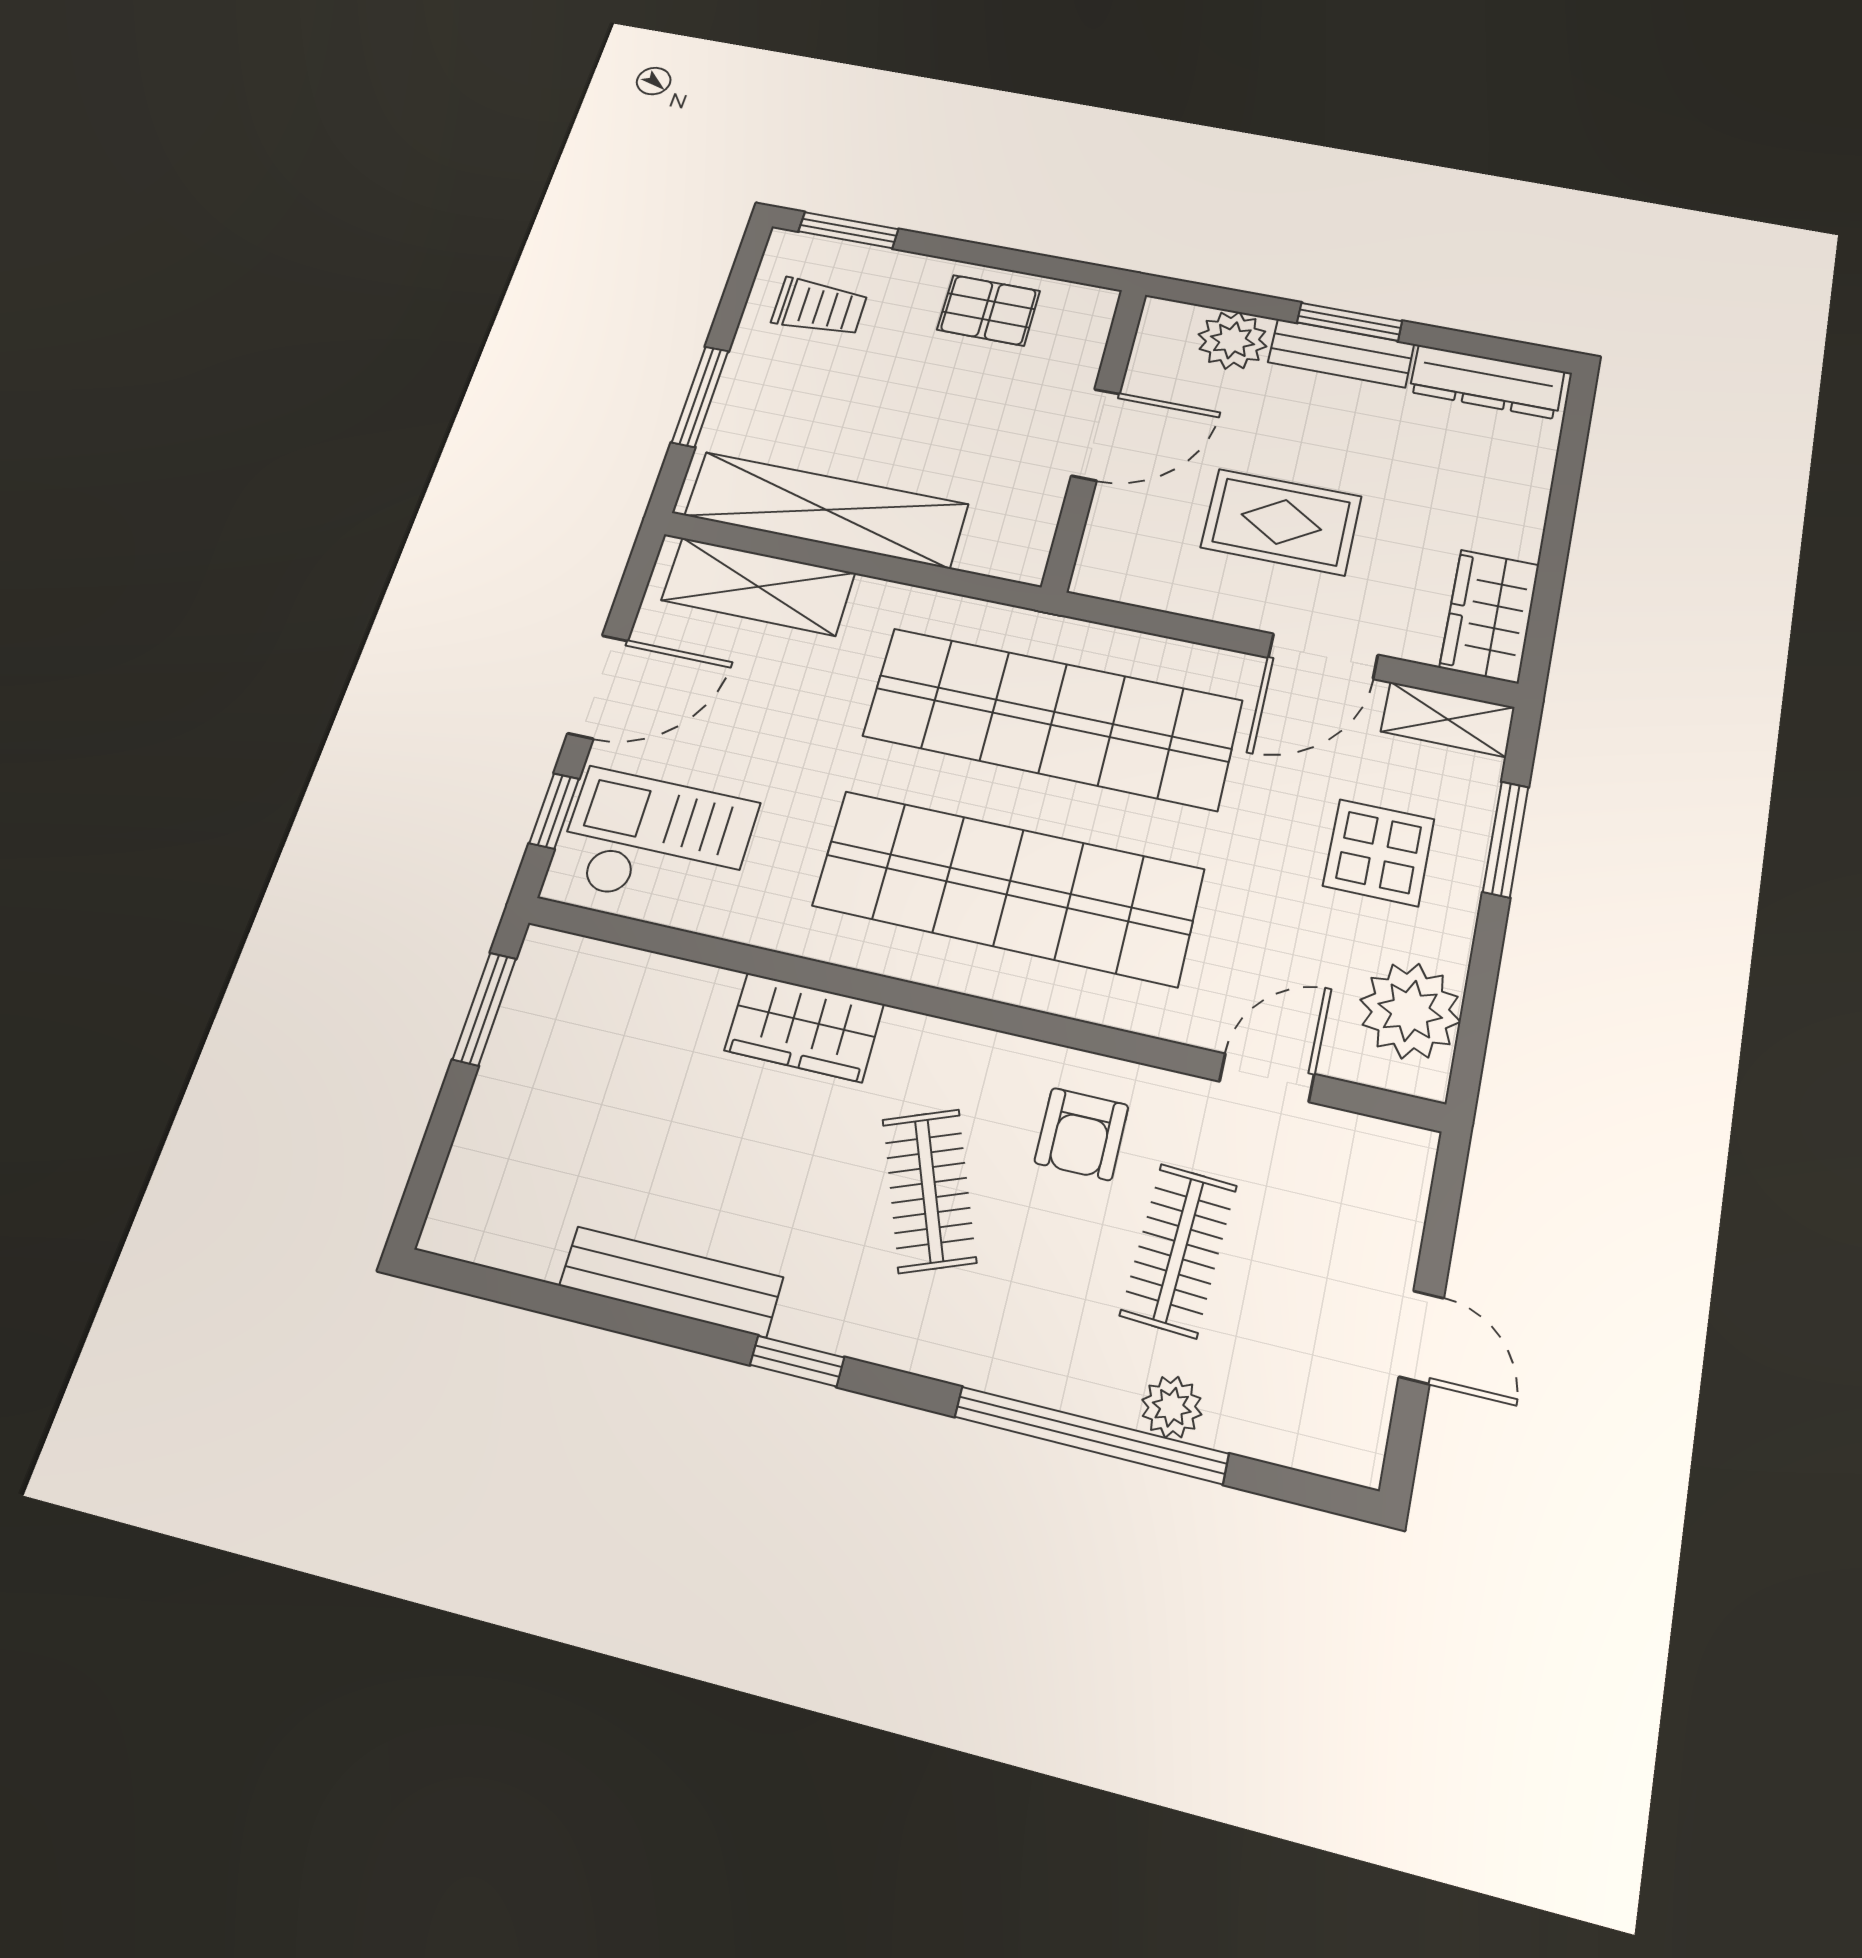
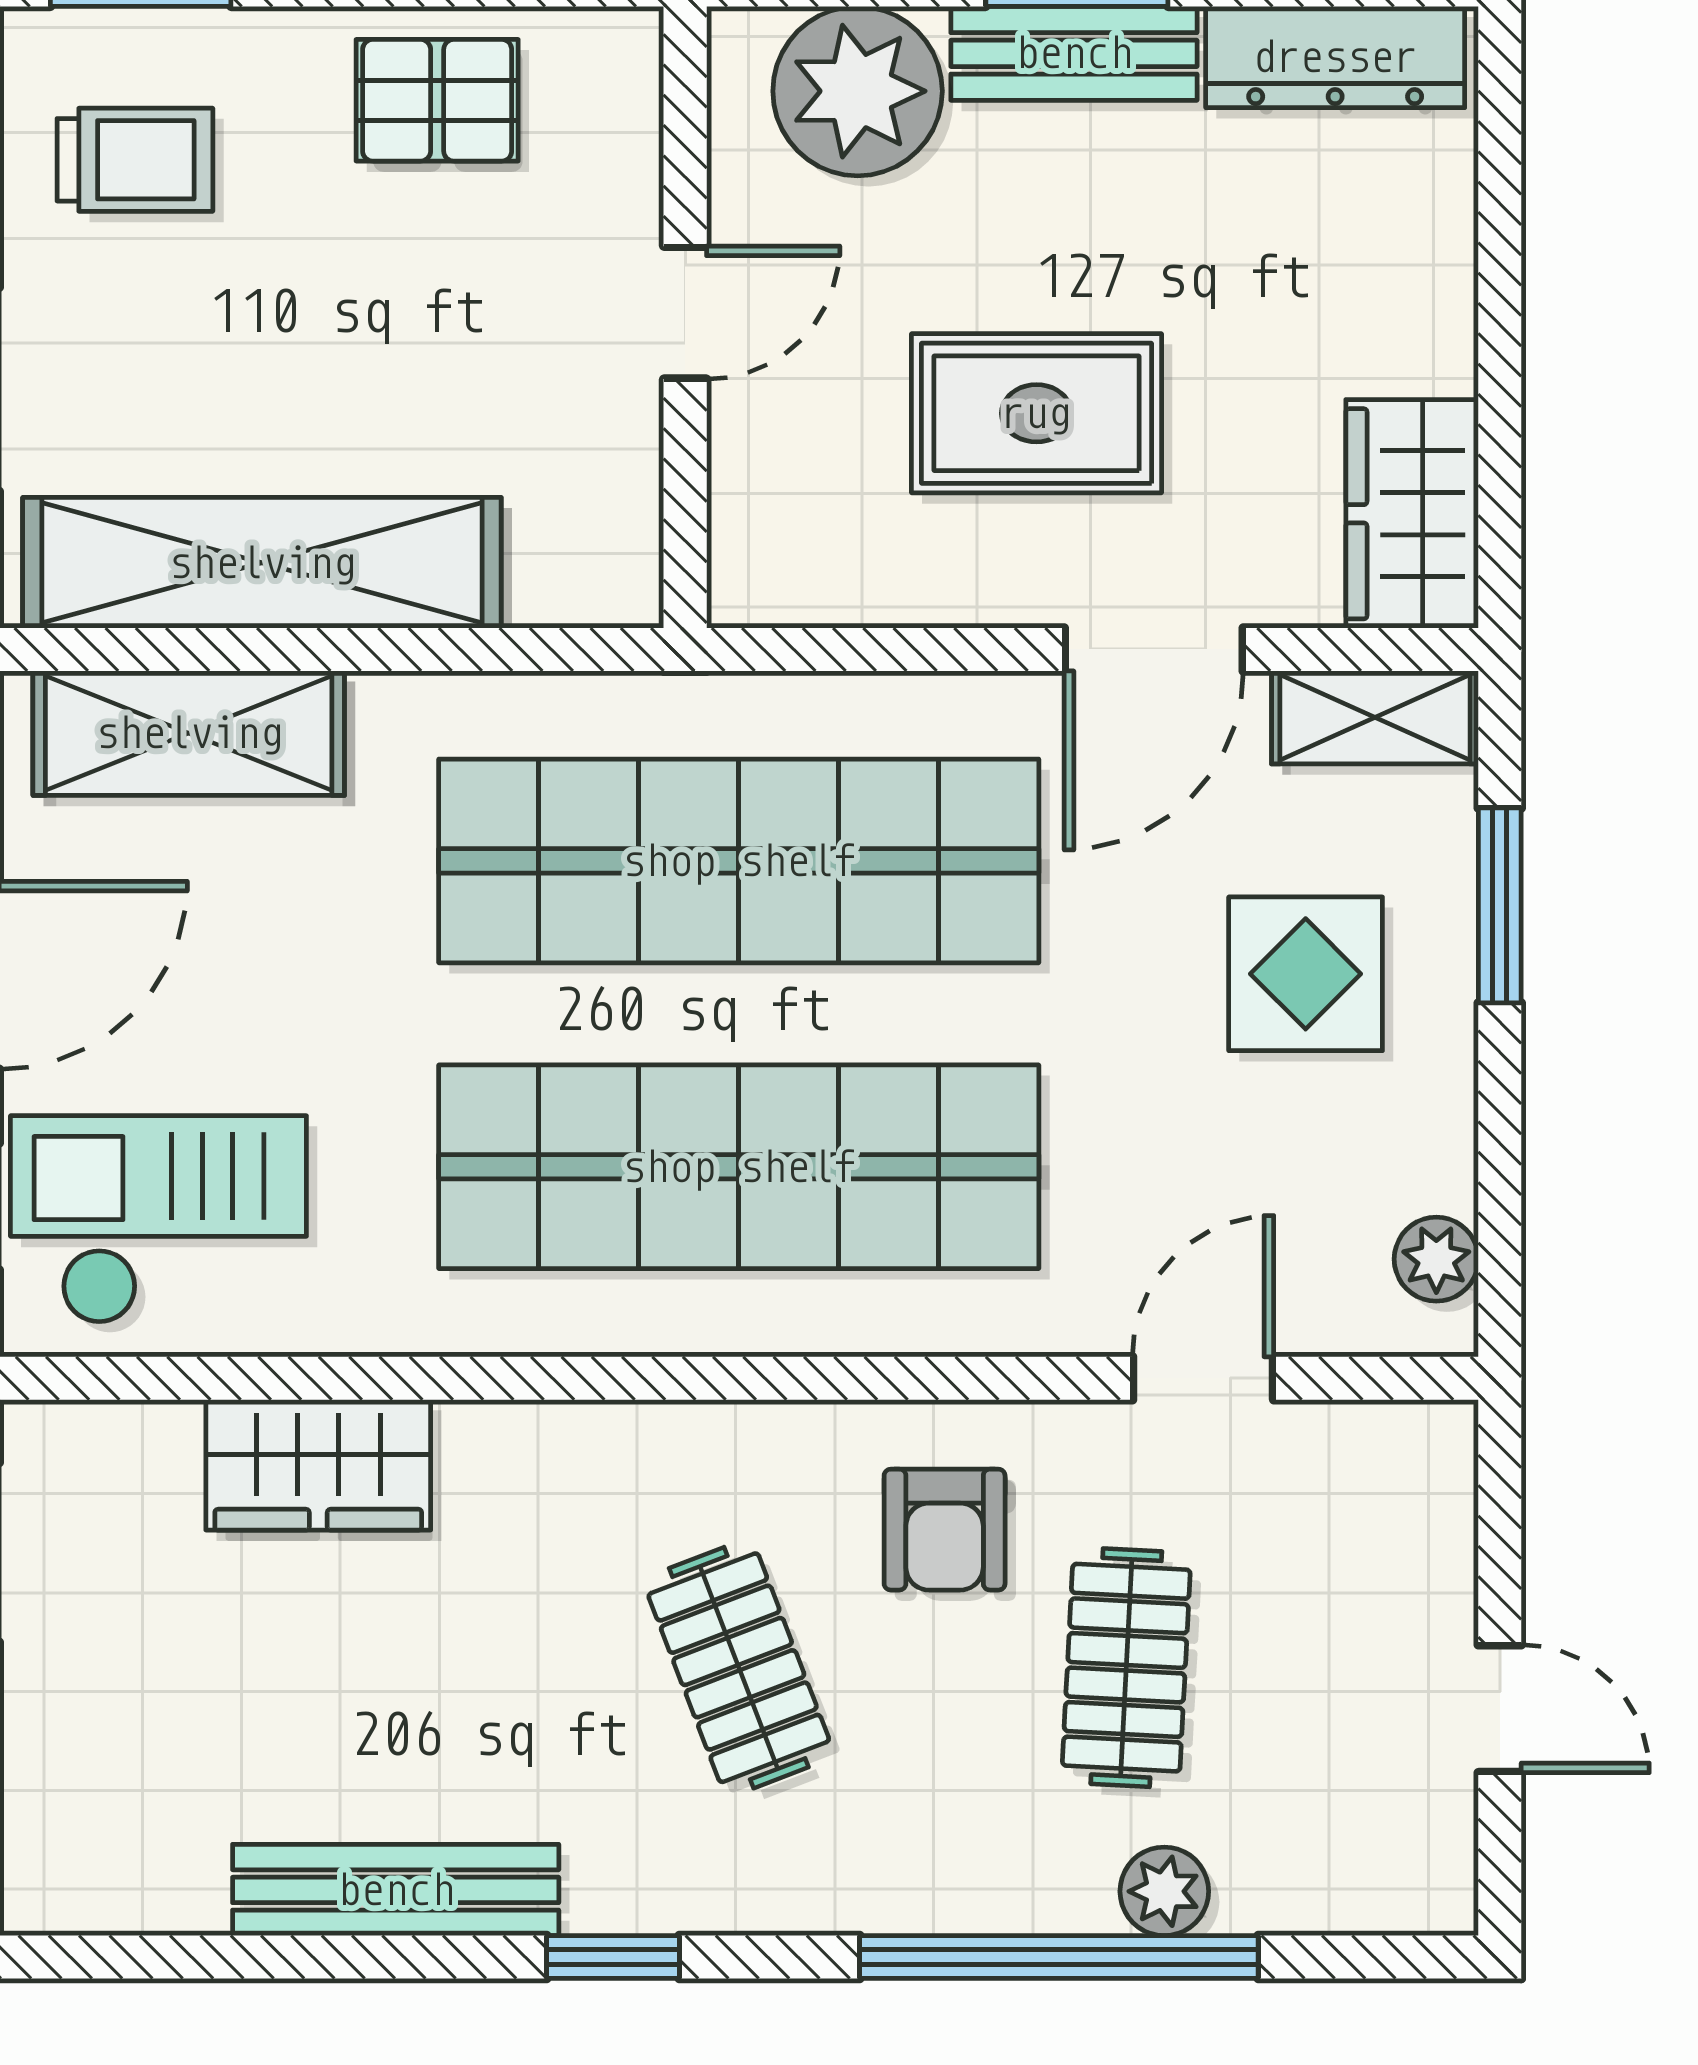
plant: (1232, 340) -> (858, 91), width x1.36, depth x1.36
door: (1096, 435) -> (685, 313), width x0.73
plant: (1410, 1011) -> (1436, 1259), width x0.53, depth x0.53
wardrobe: (804, 1027) -> (318, 1465), moved

